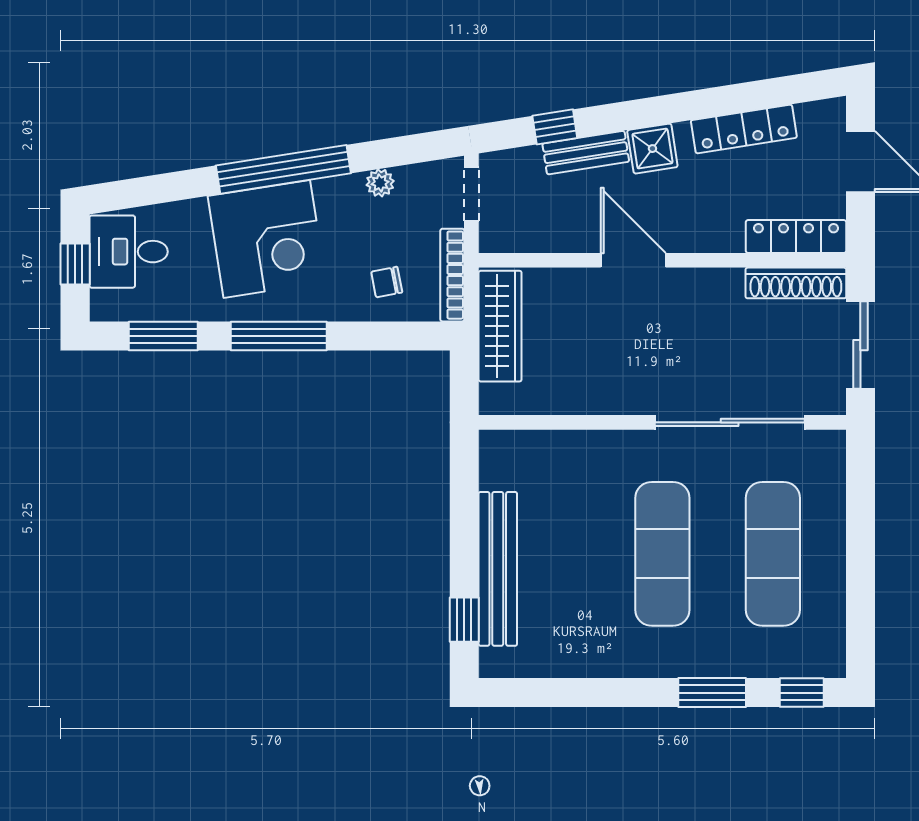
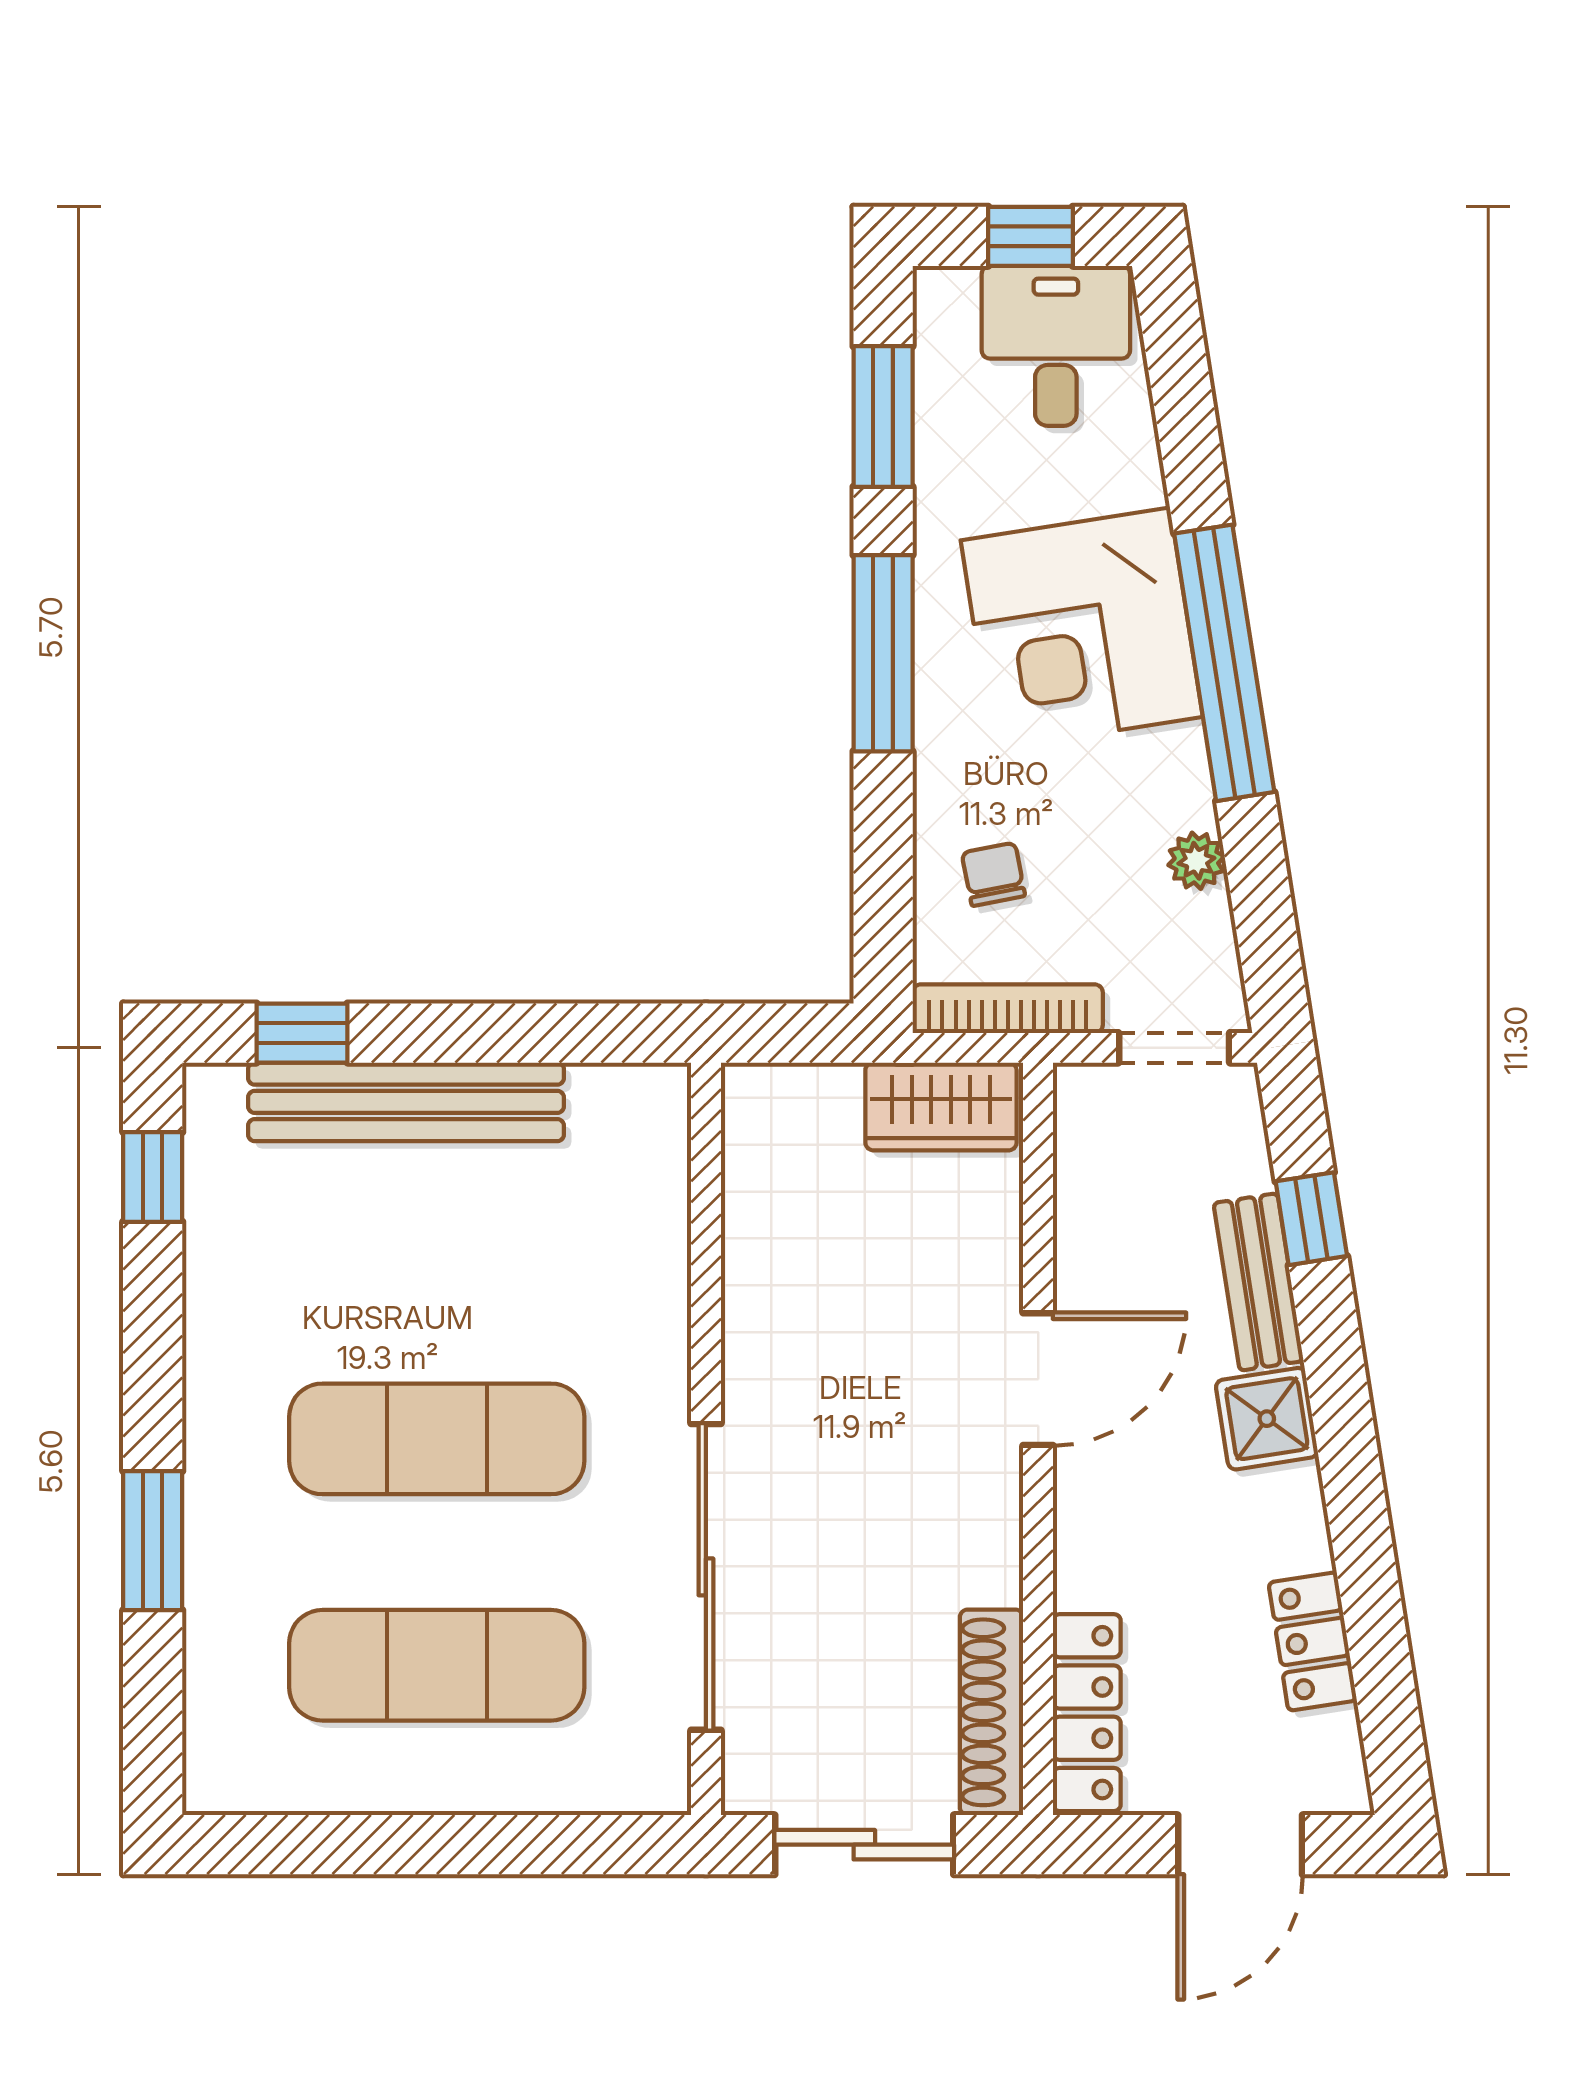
locker: (744, 129) -> (1313, 1641), width x0.66
wardrobe: (500, 326) -> (941, 1106), width x0.67
window: (802, 693) -> (153, 1177), moved

